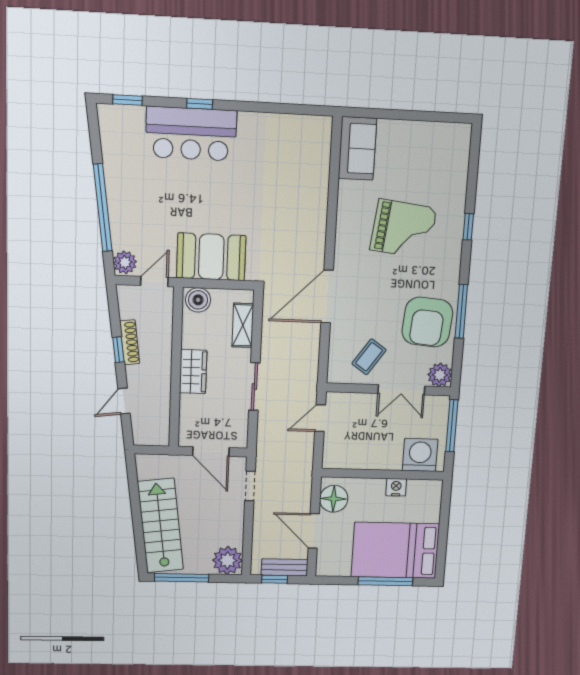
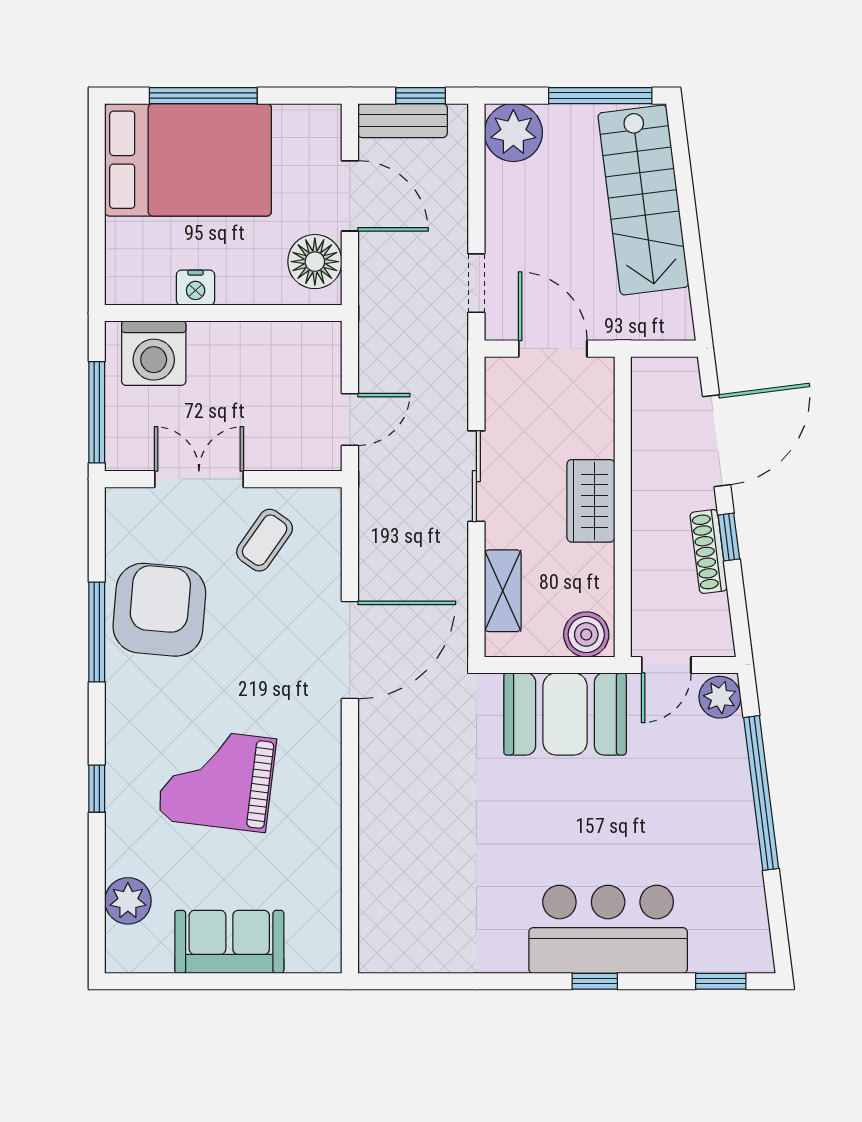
sofa: (357, 148) -> (229, 942), moved, turned 90
plant: (440, 375) -> (128, 901), moved
door: (124, 401) -> (717, 441), width x1.88

